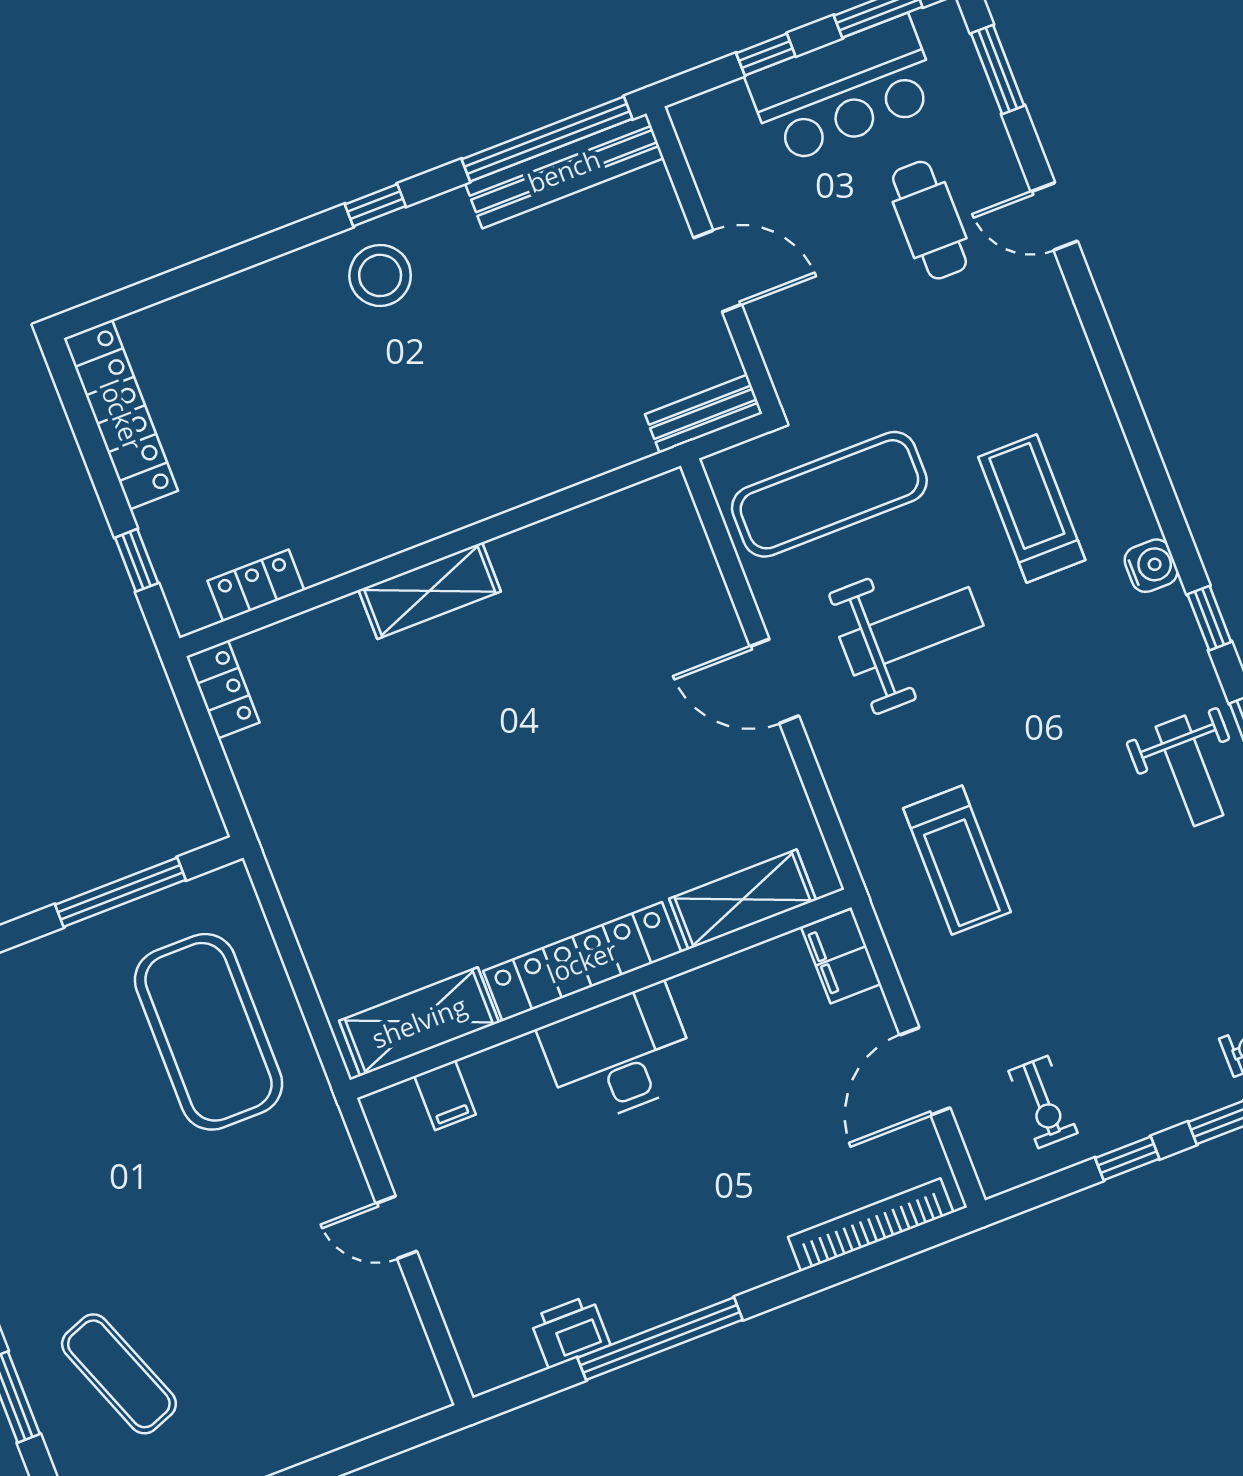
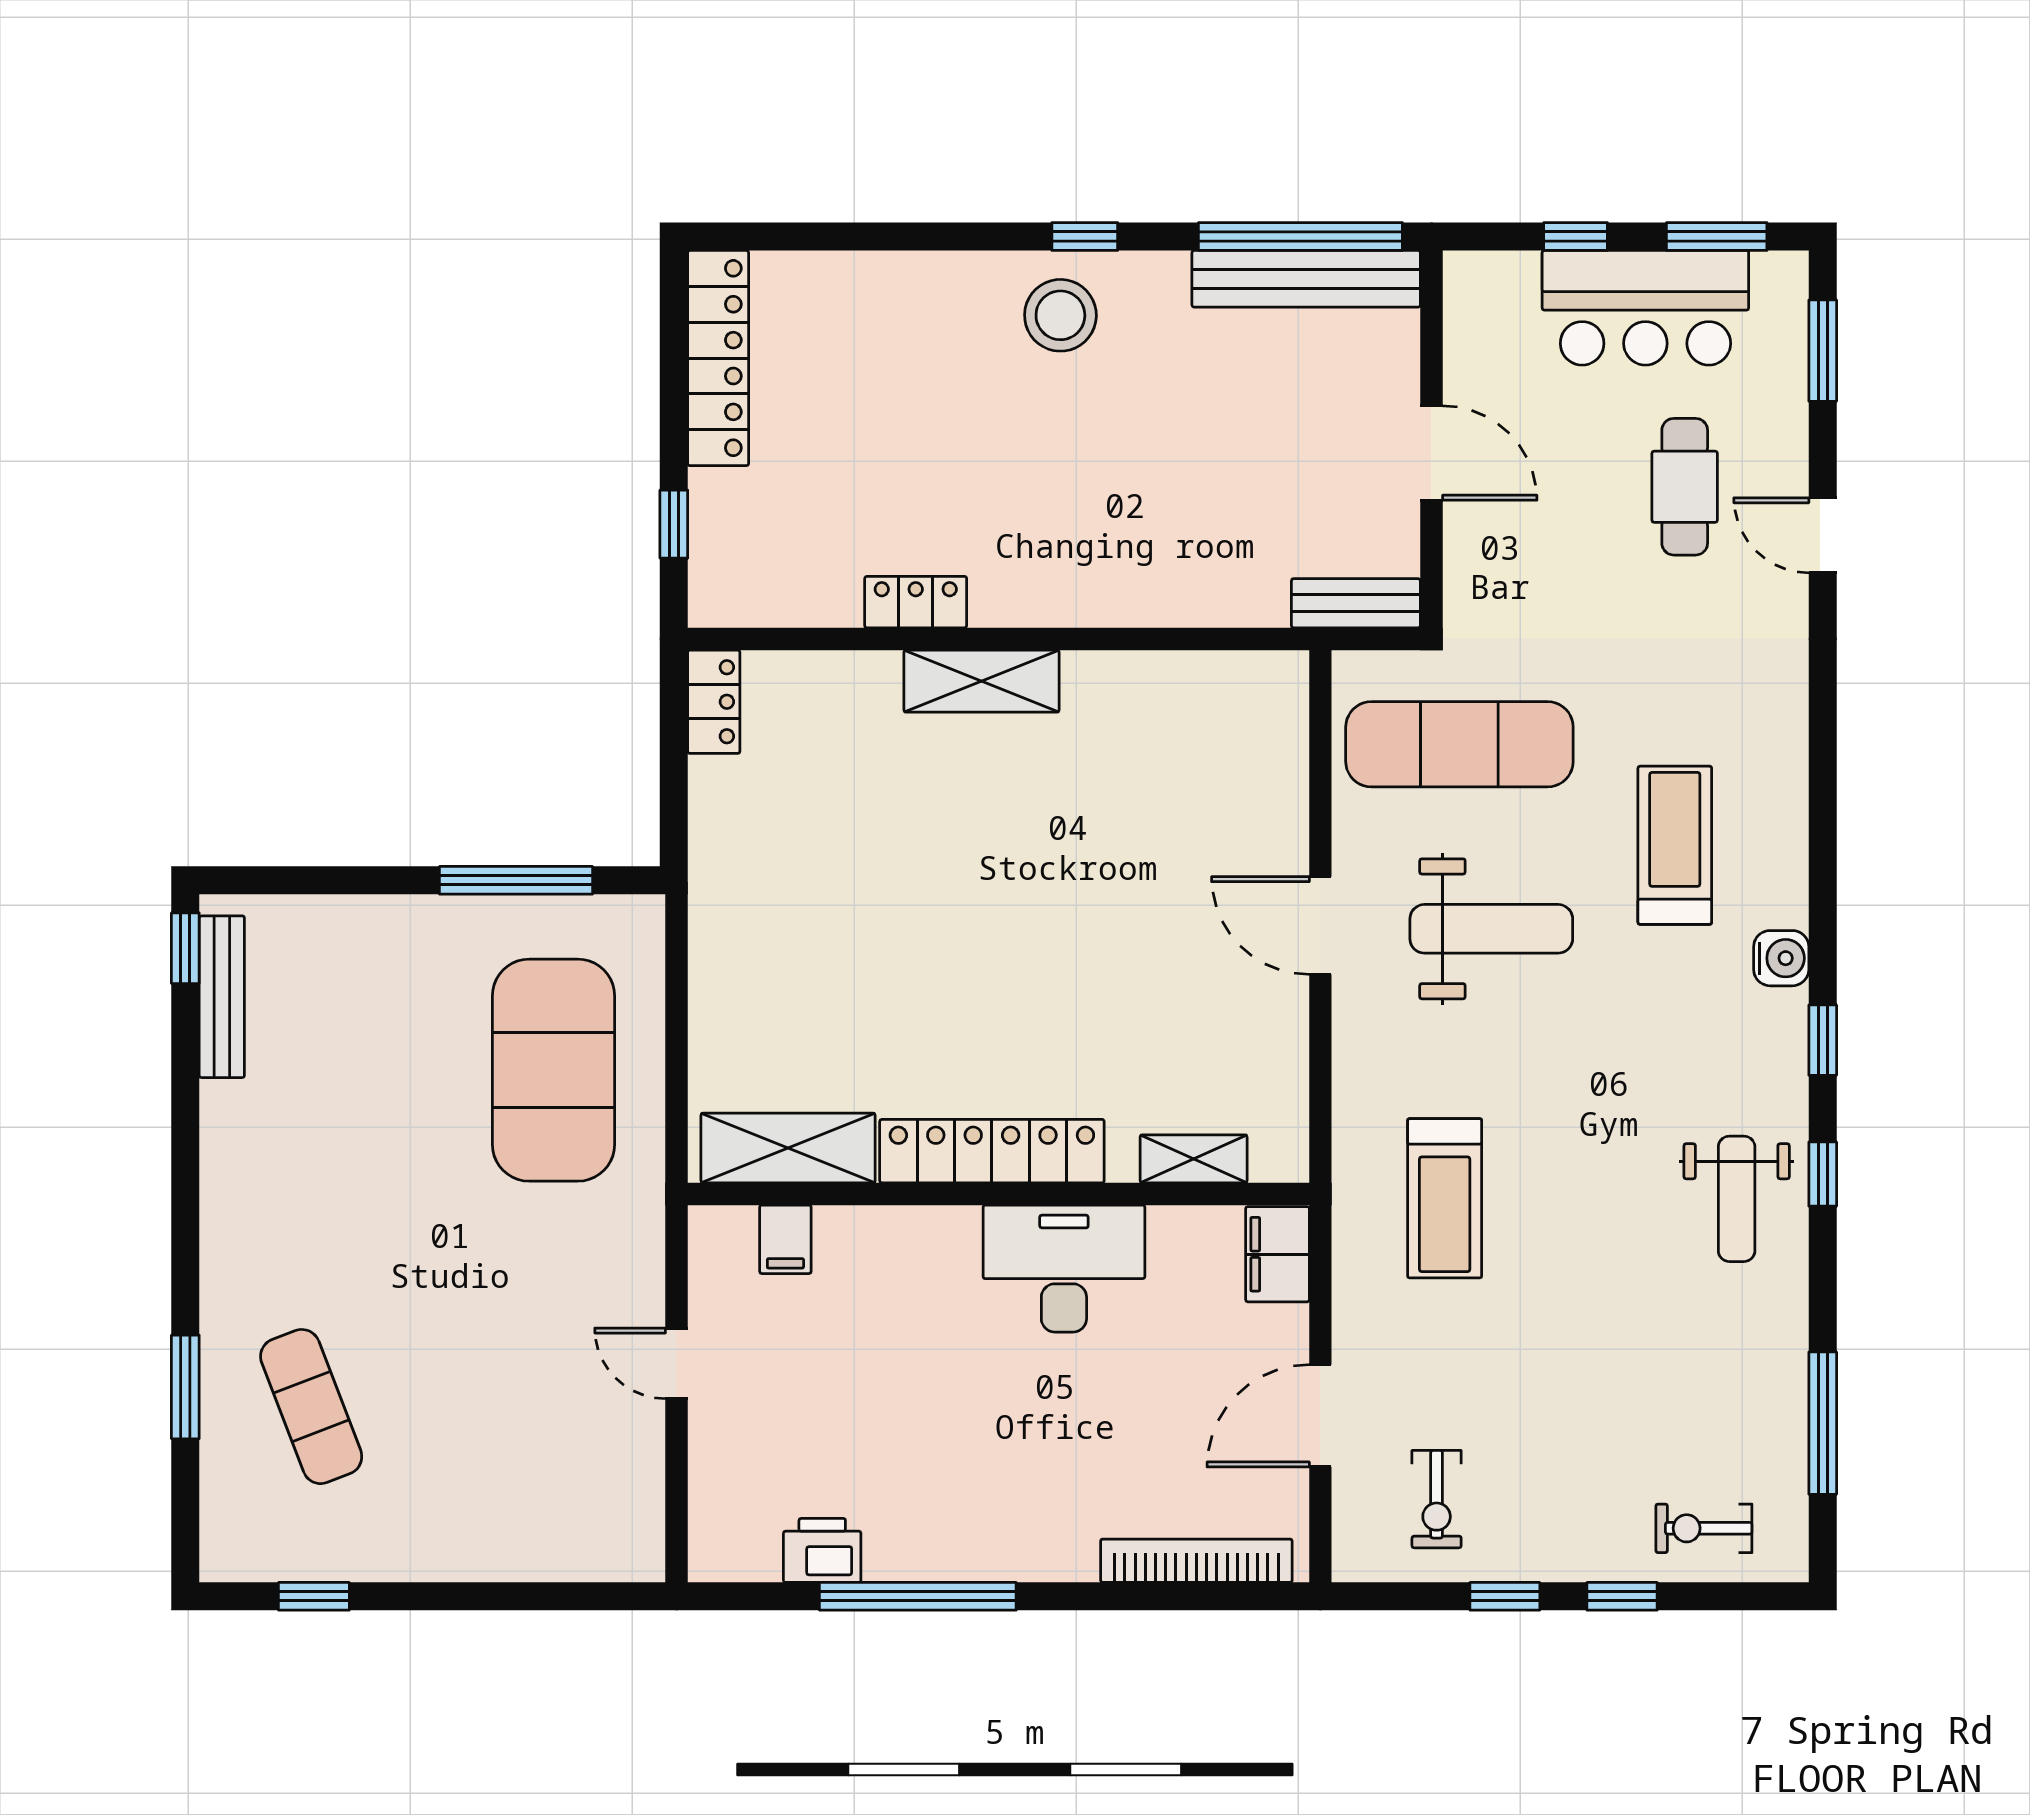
locker: (256, 586) -> (916, 602), moved
shelving: (743, 899) -> (1194, 1159), width x0.67, depth x0.75
desk: (619, 1055) -> (1064, 1269), moved

